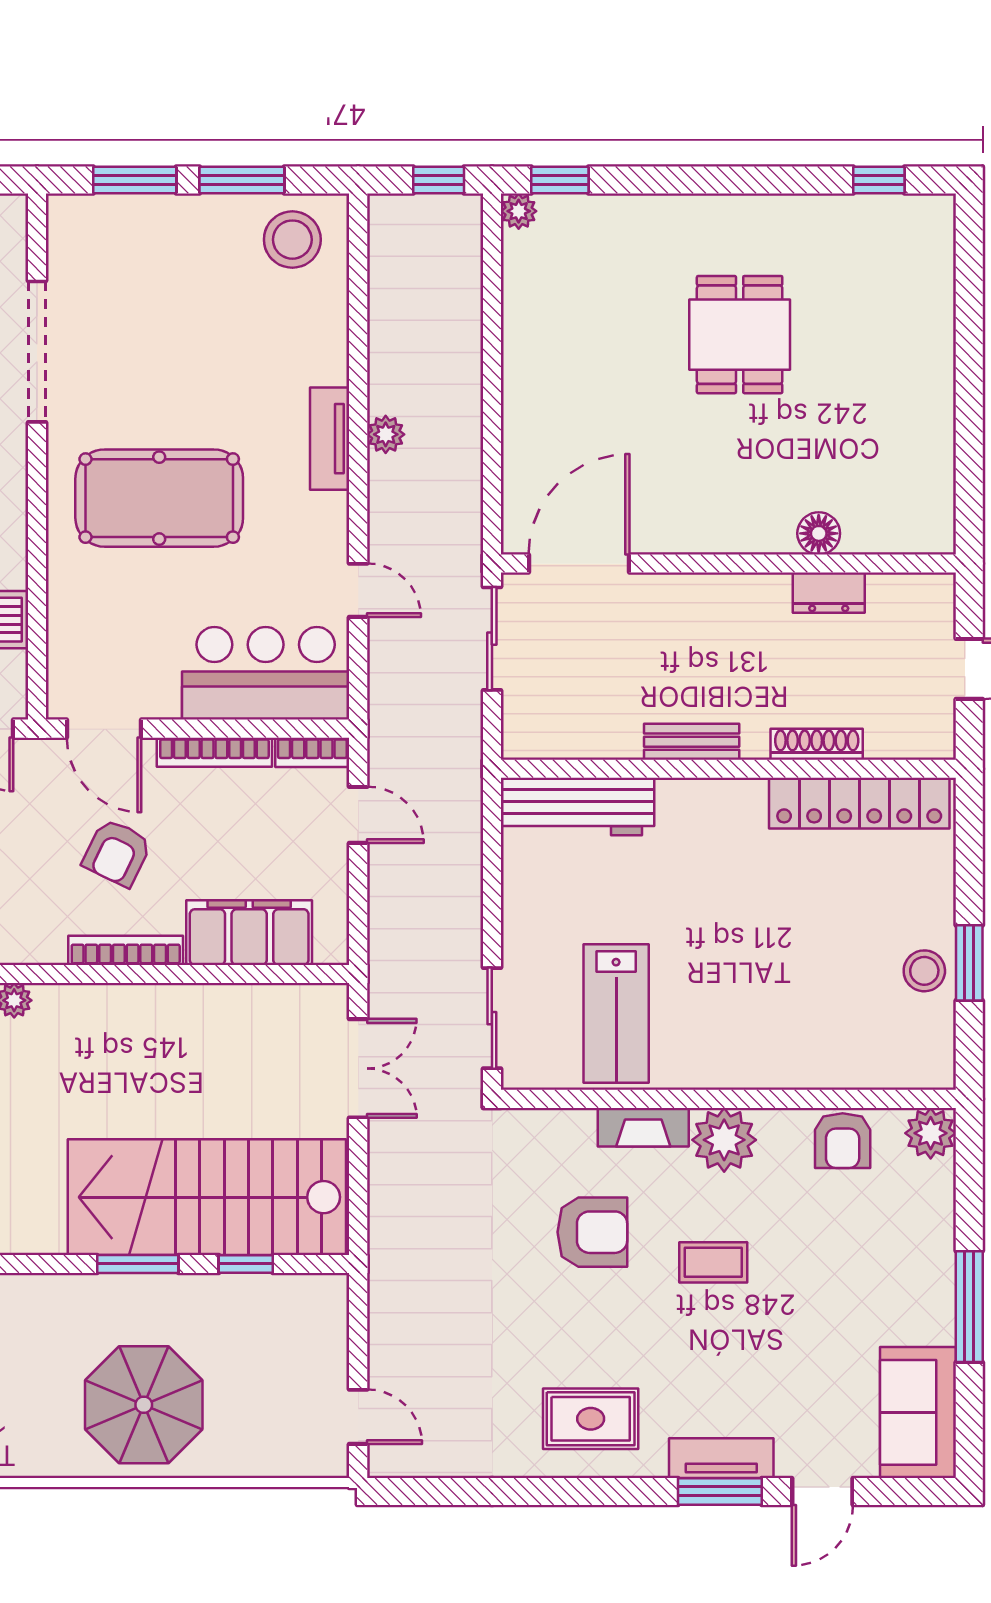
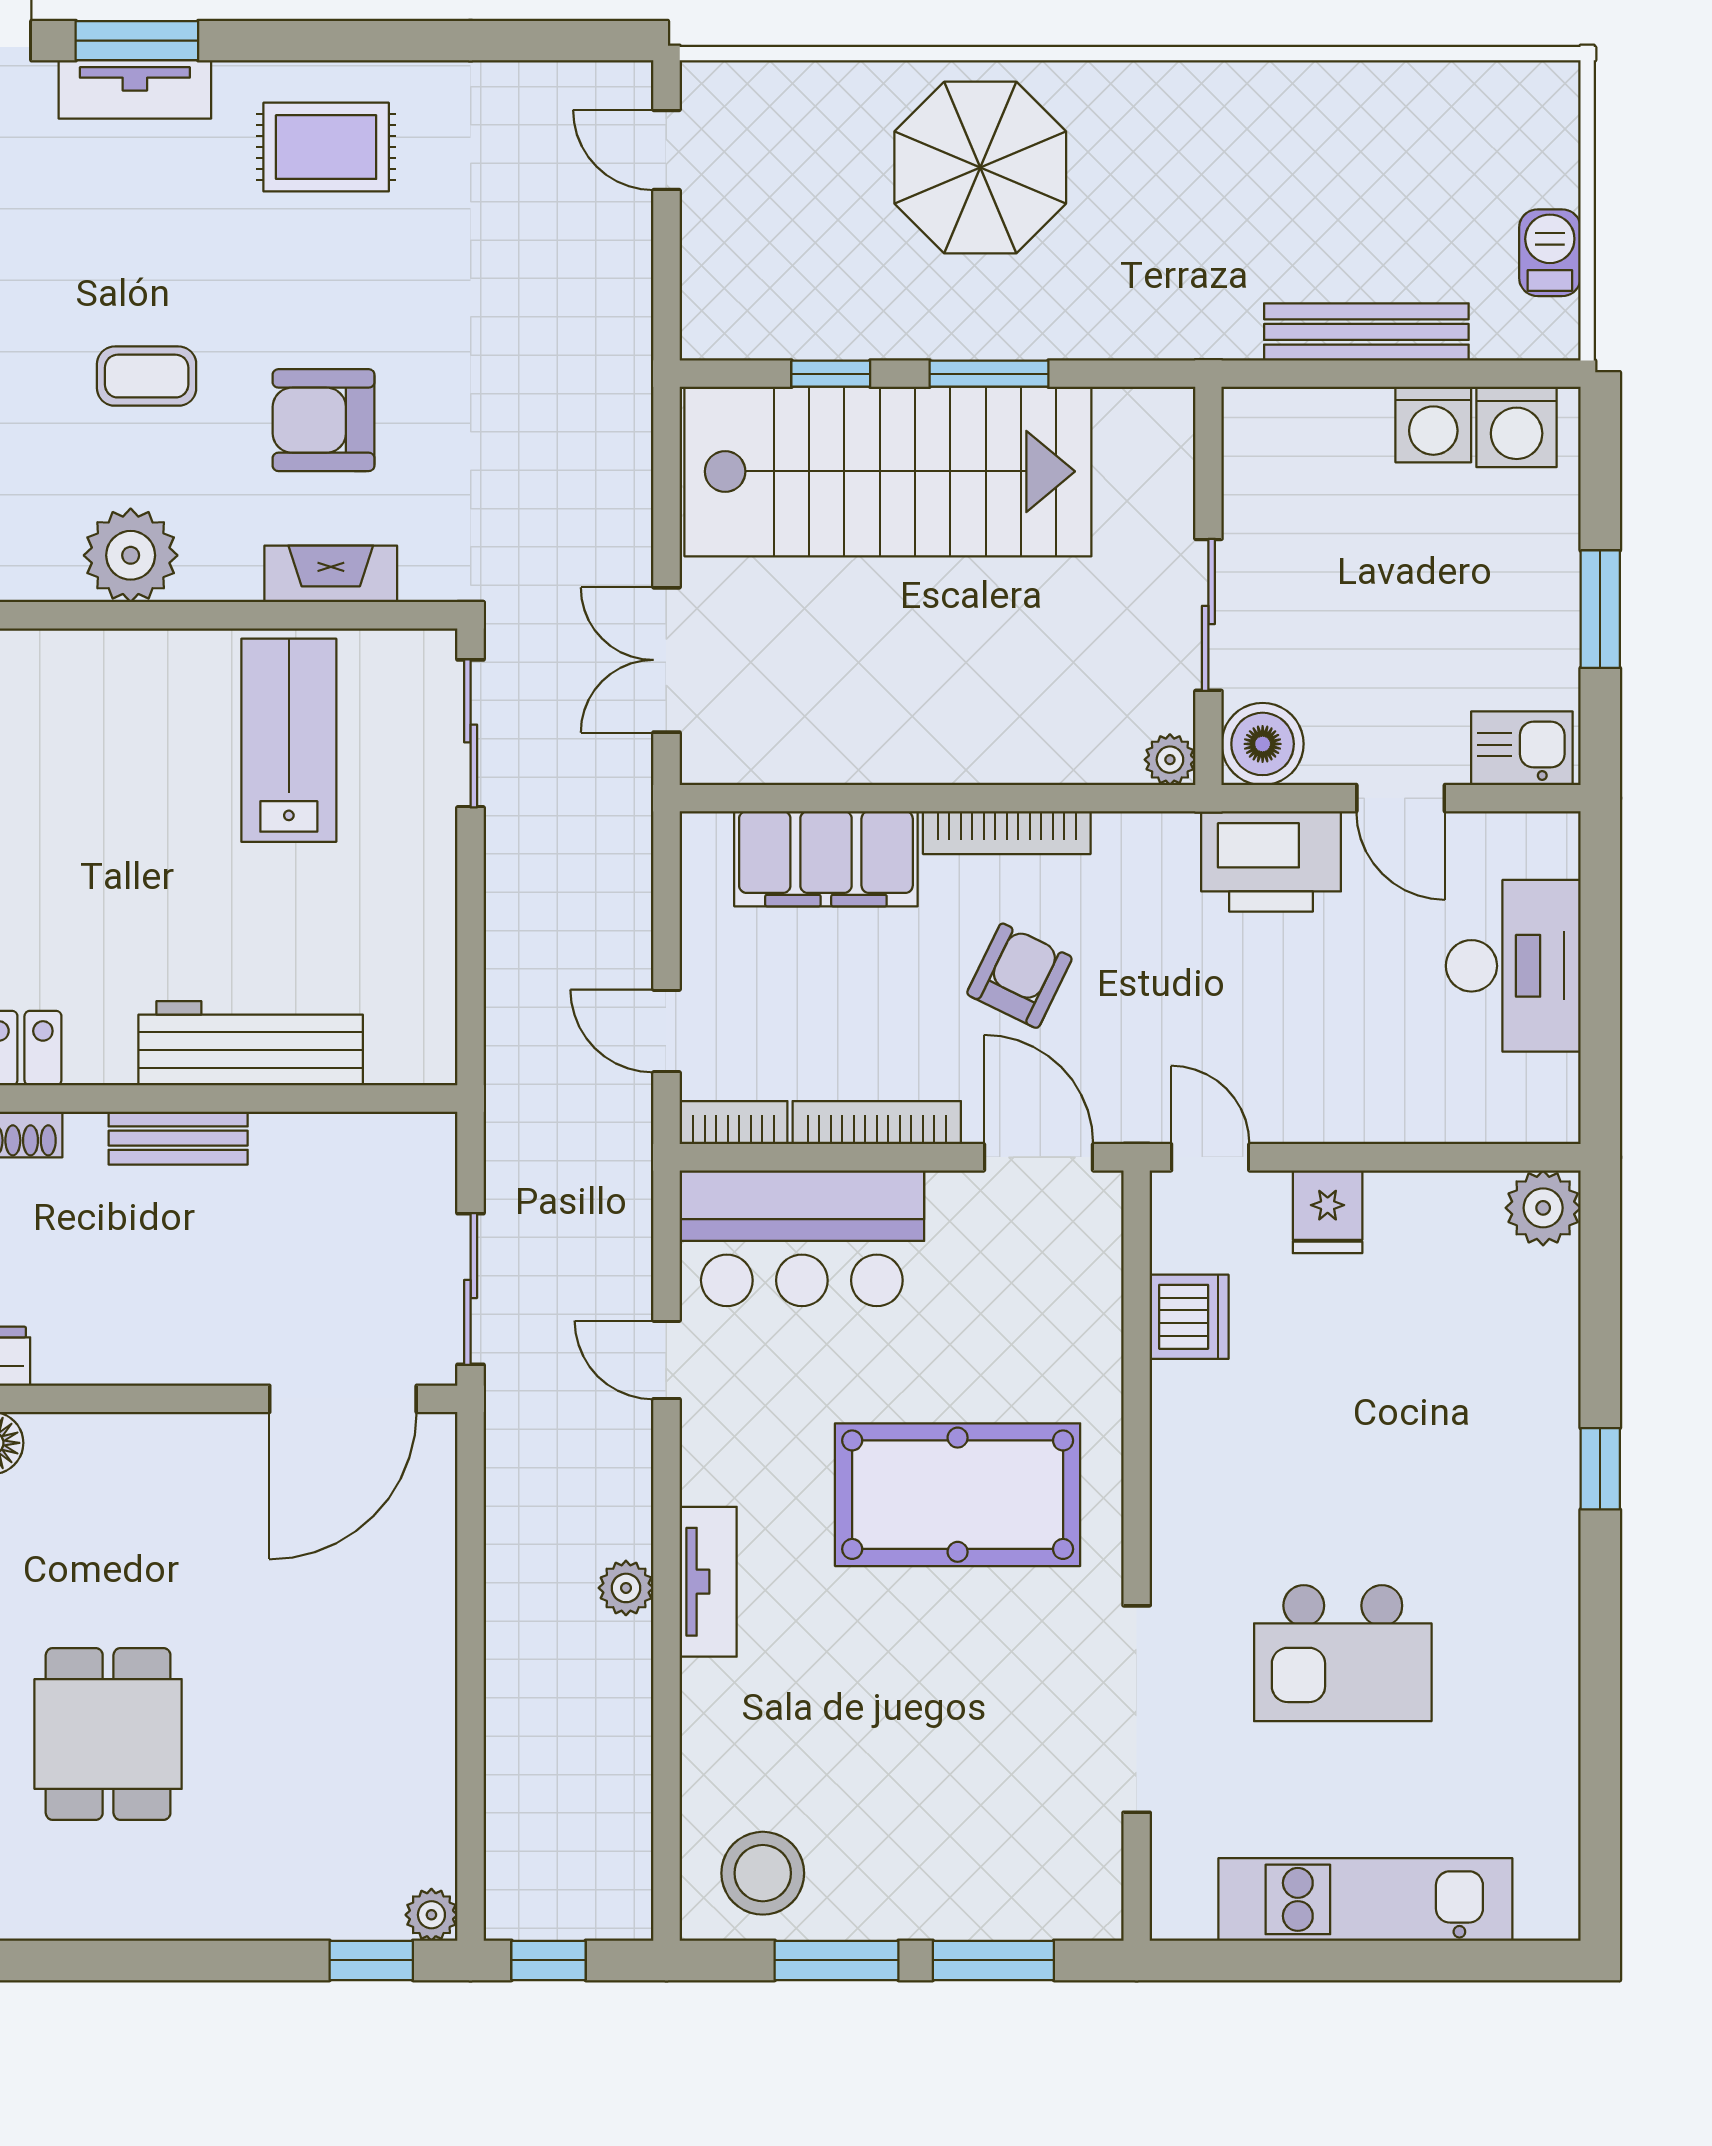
workbench: (577, 806) -> (251, 1043), moved
fireplace: (643, 1127) -> (331, 574), moved

